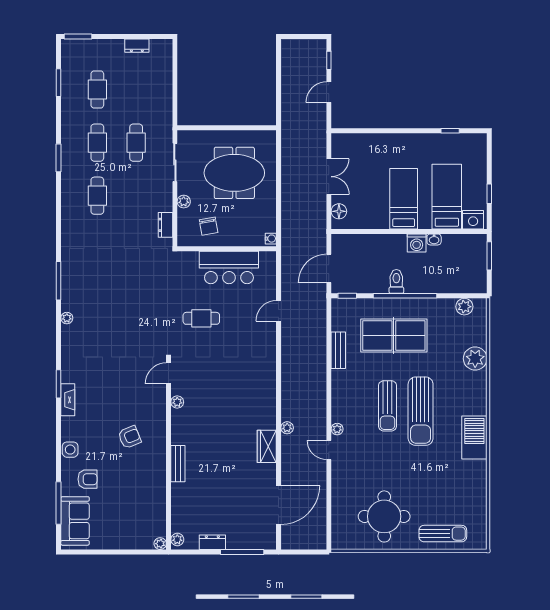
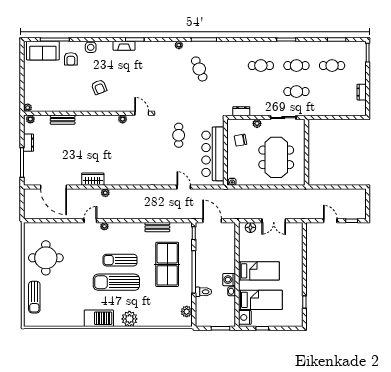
bar counter: (229, 267) -> (213, 154), width x1.36
toilet: (396, 281) -> (203, 292), moved
cafe table: (102, 288) -> (199, 69), added
plant: (475, 359) -> (129, 319), moved
bench: (178, 464) -> (63, 120), moved

